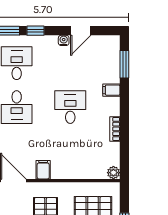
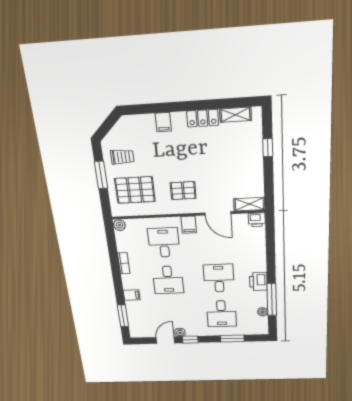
window: (36, 31) -> (190, 340), moved
desk: (70, 151) -> (164, 243), added

